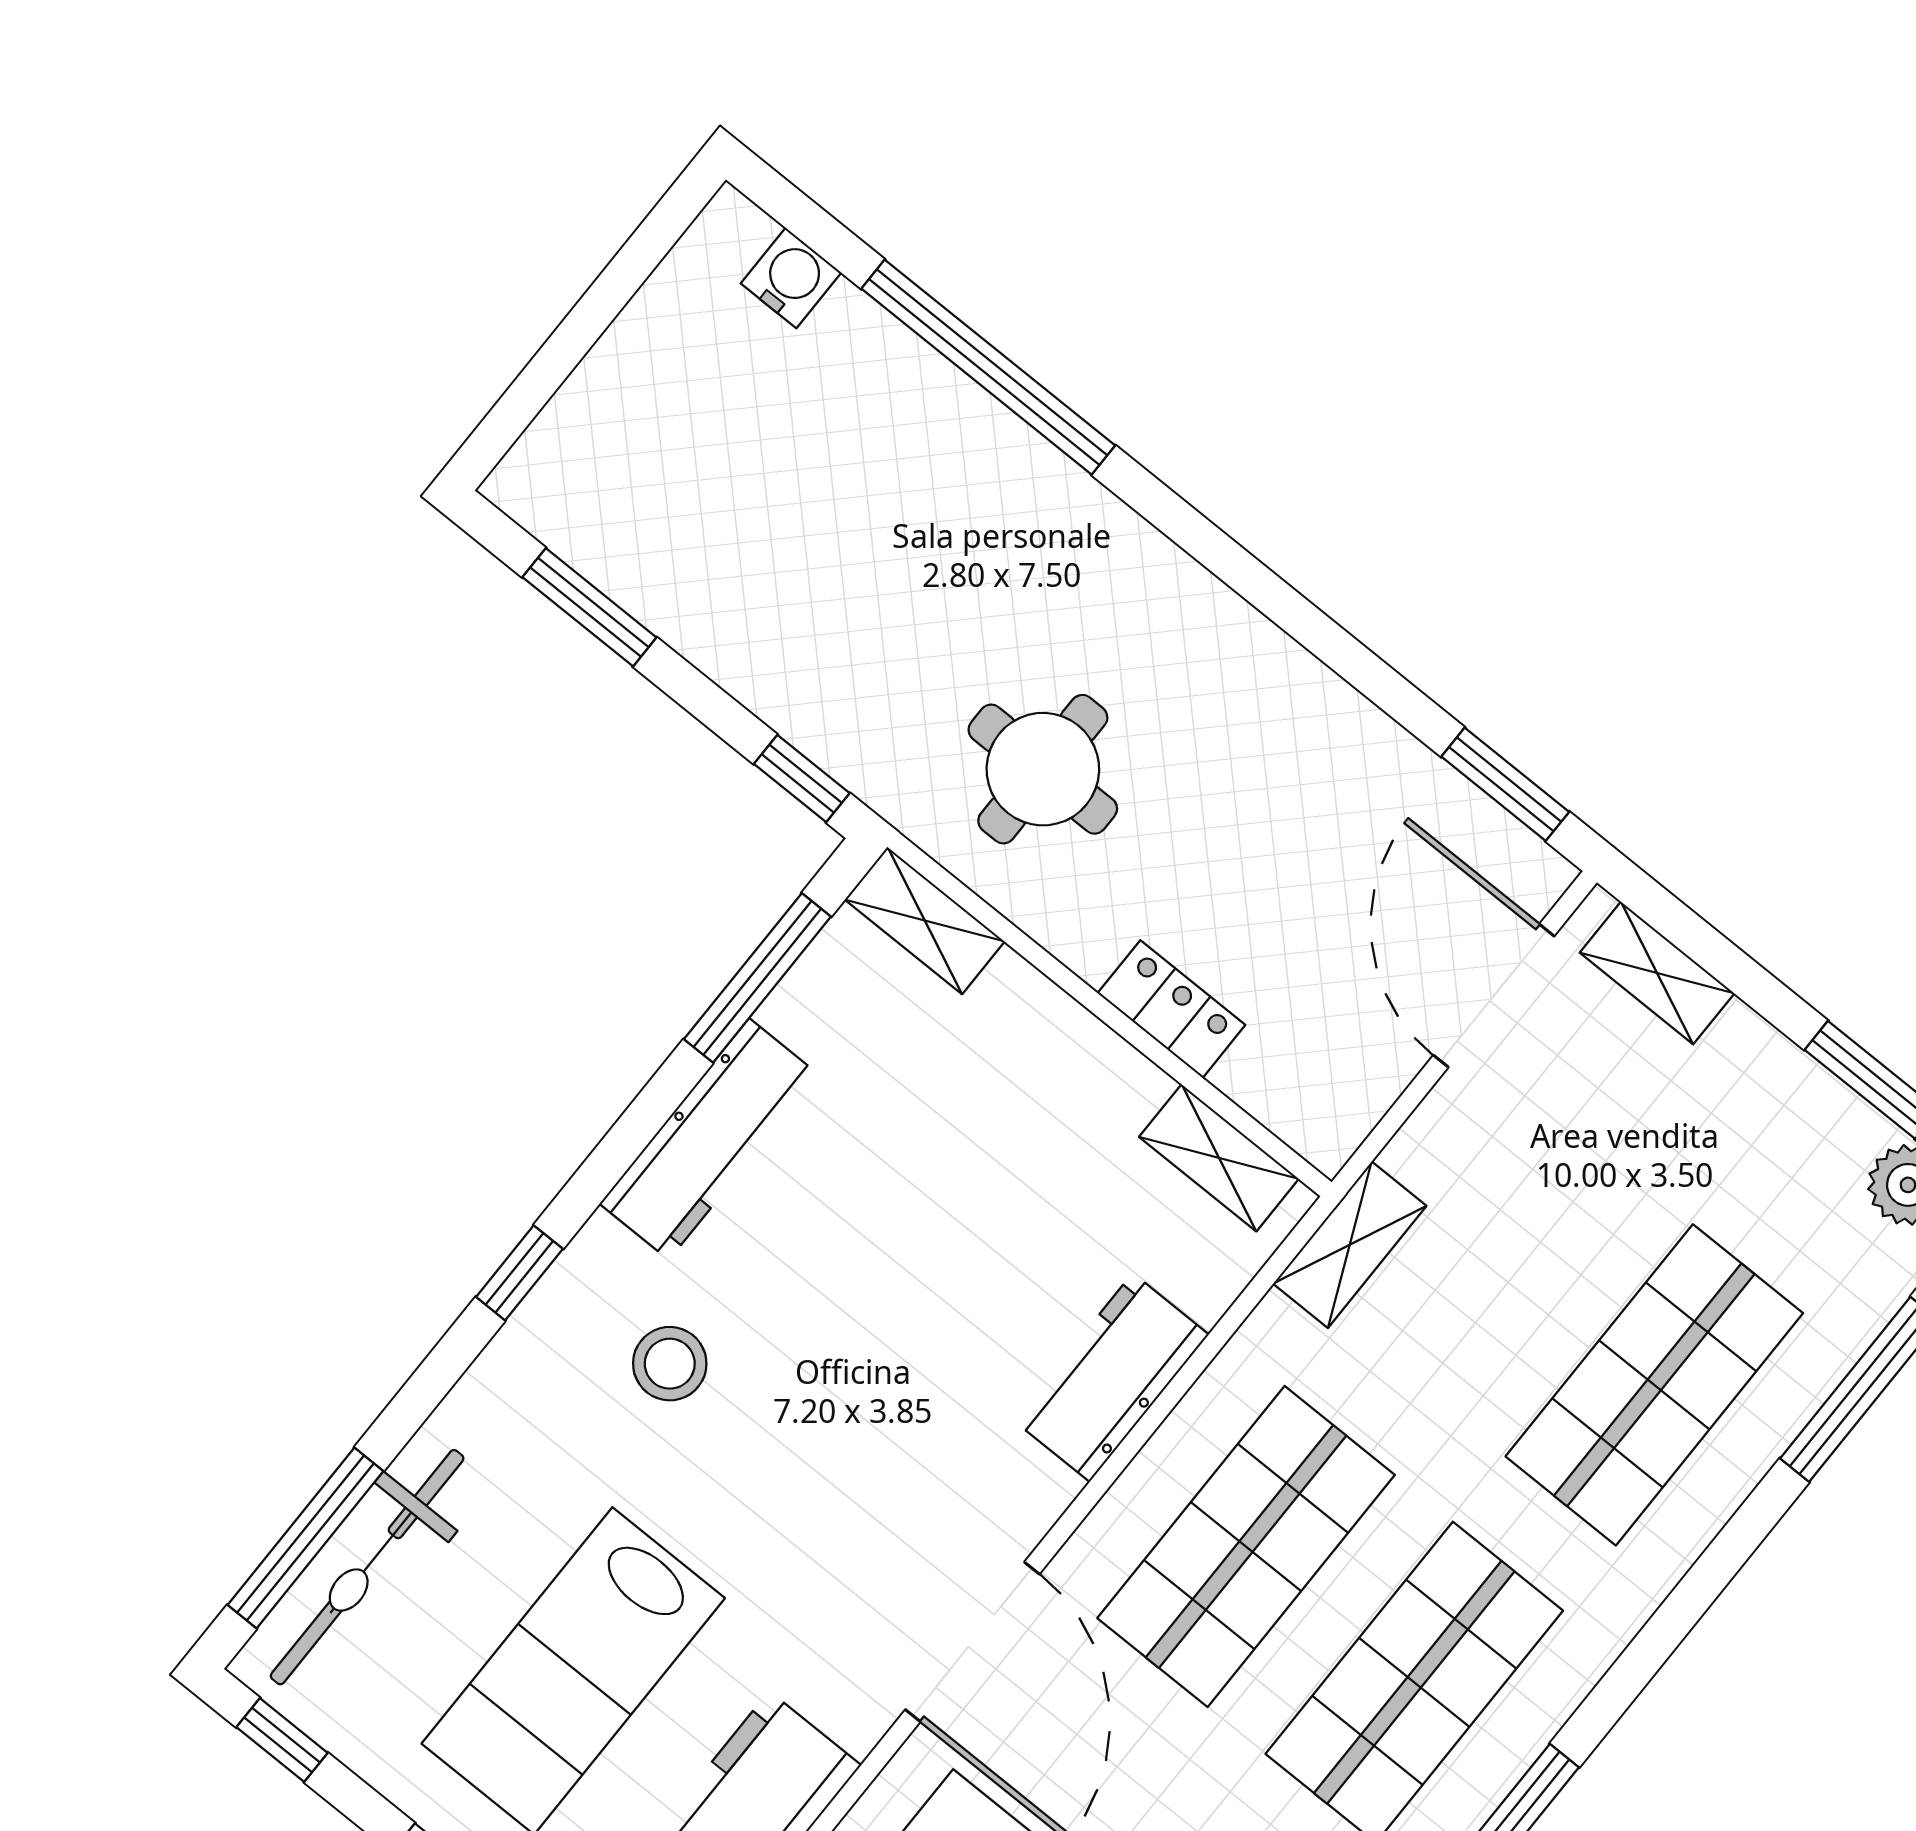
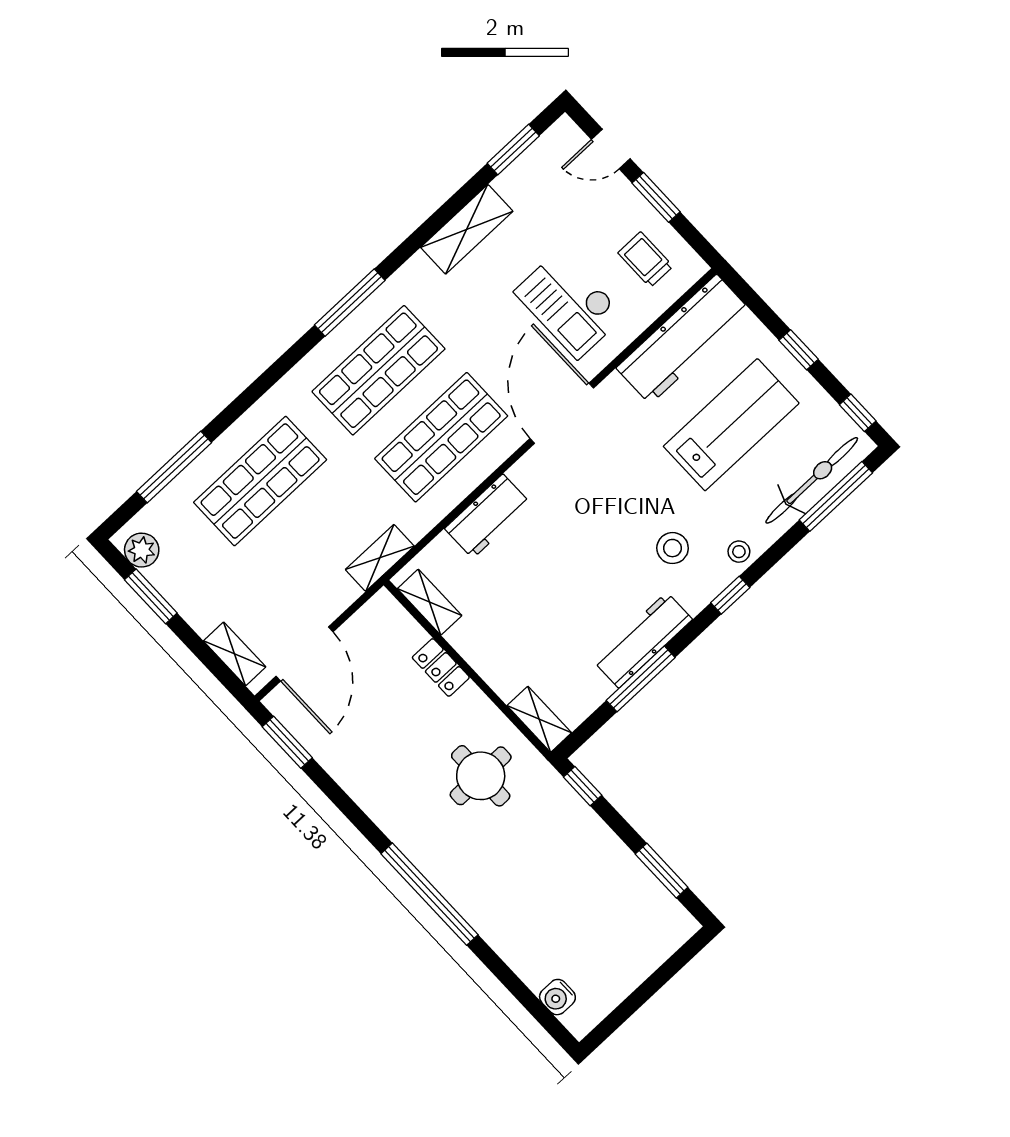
window: (988, 367) -> (430, 894), moved
window: (757, 978) -> (641, 679), moved
stool: (514, 1377) -> (739, 552), added

